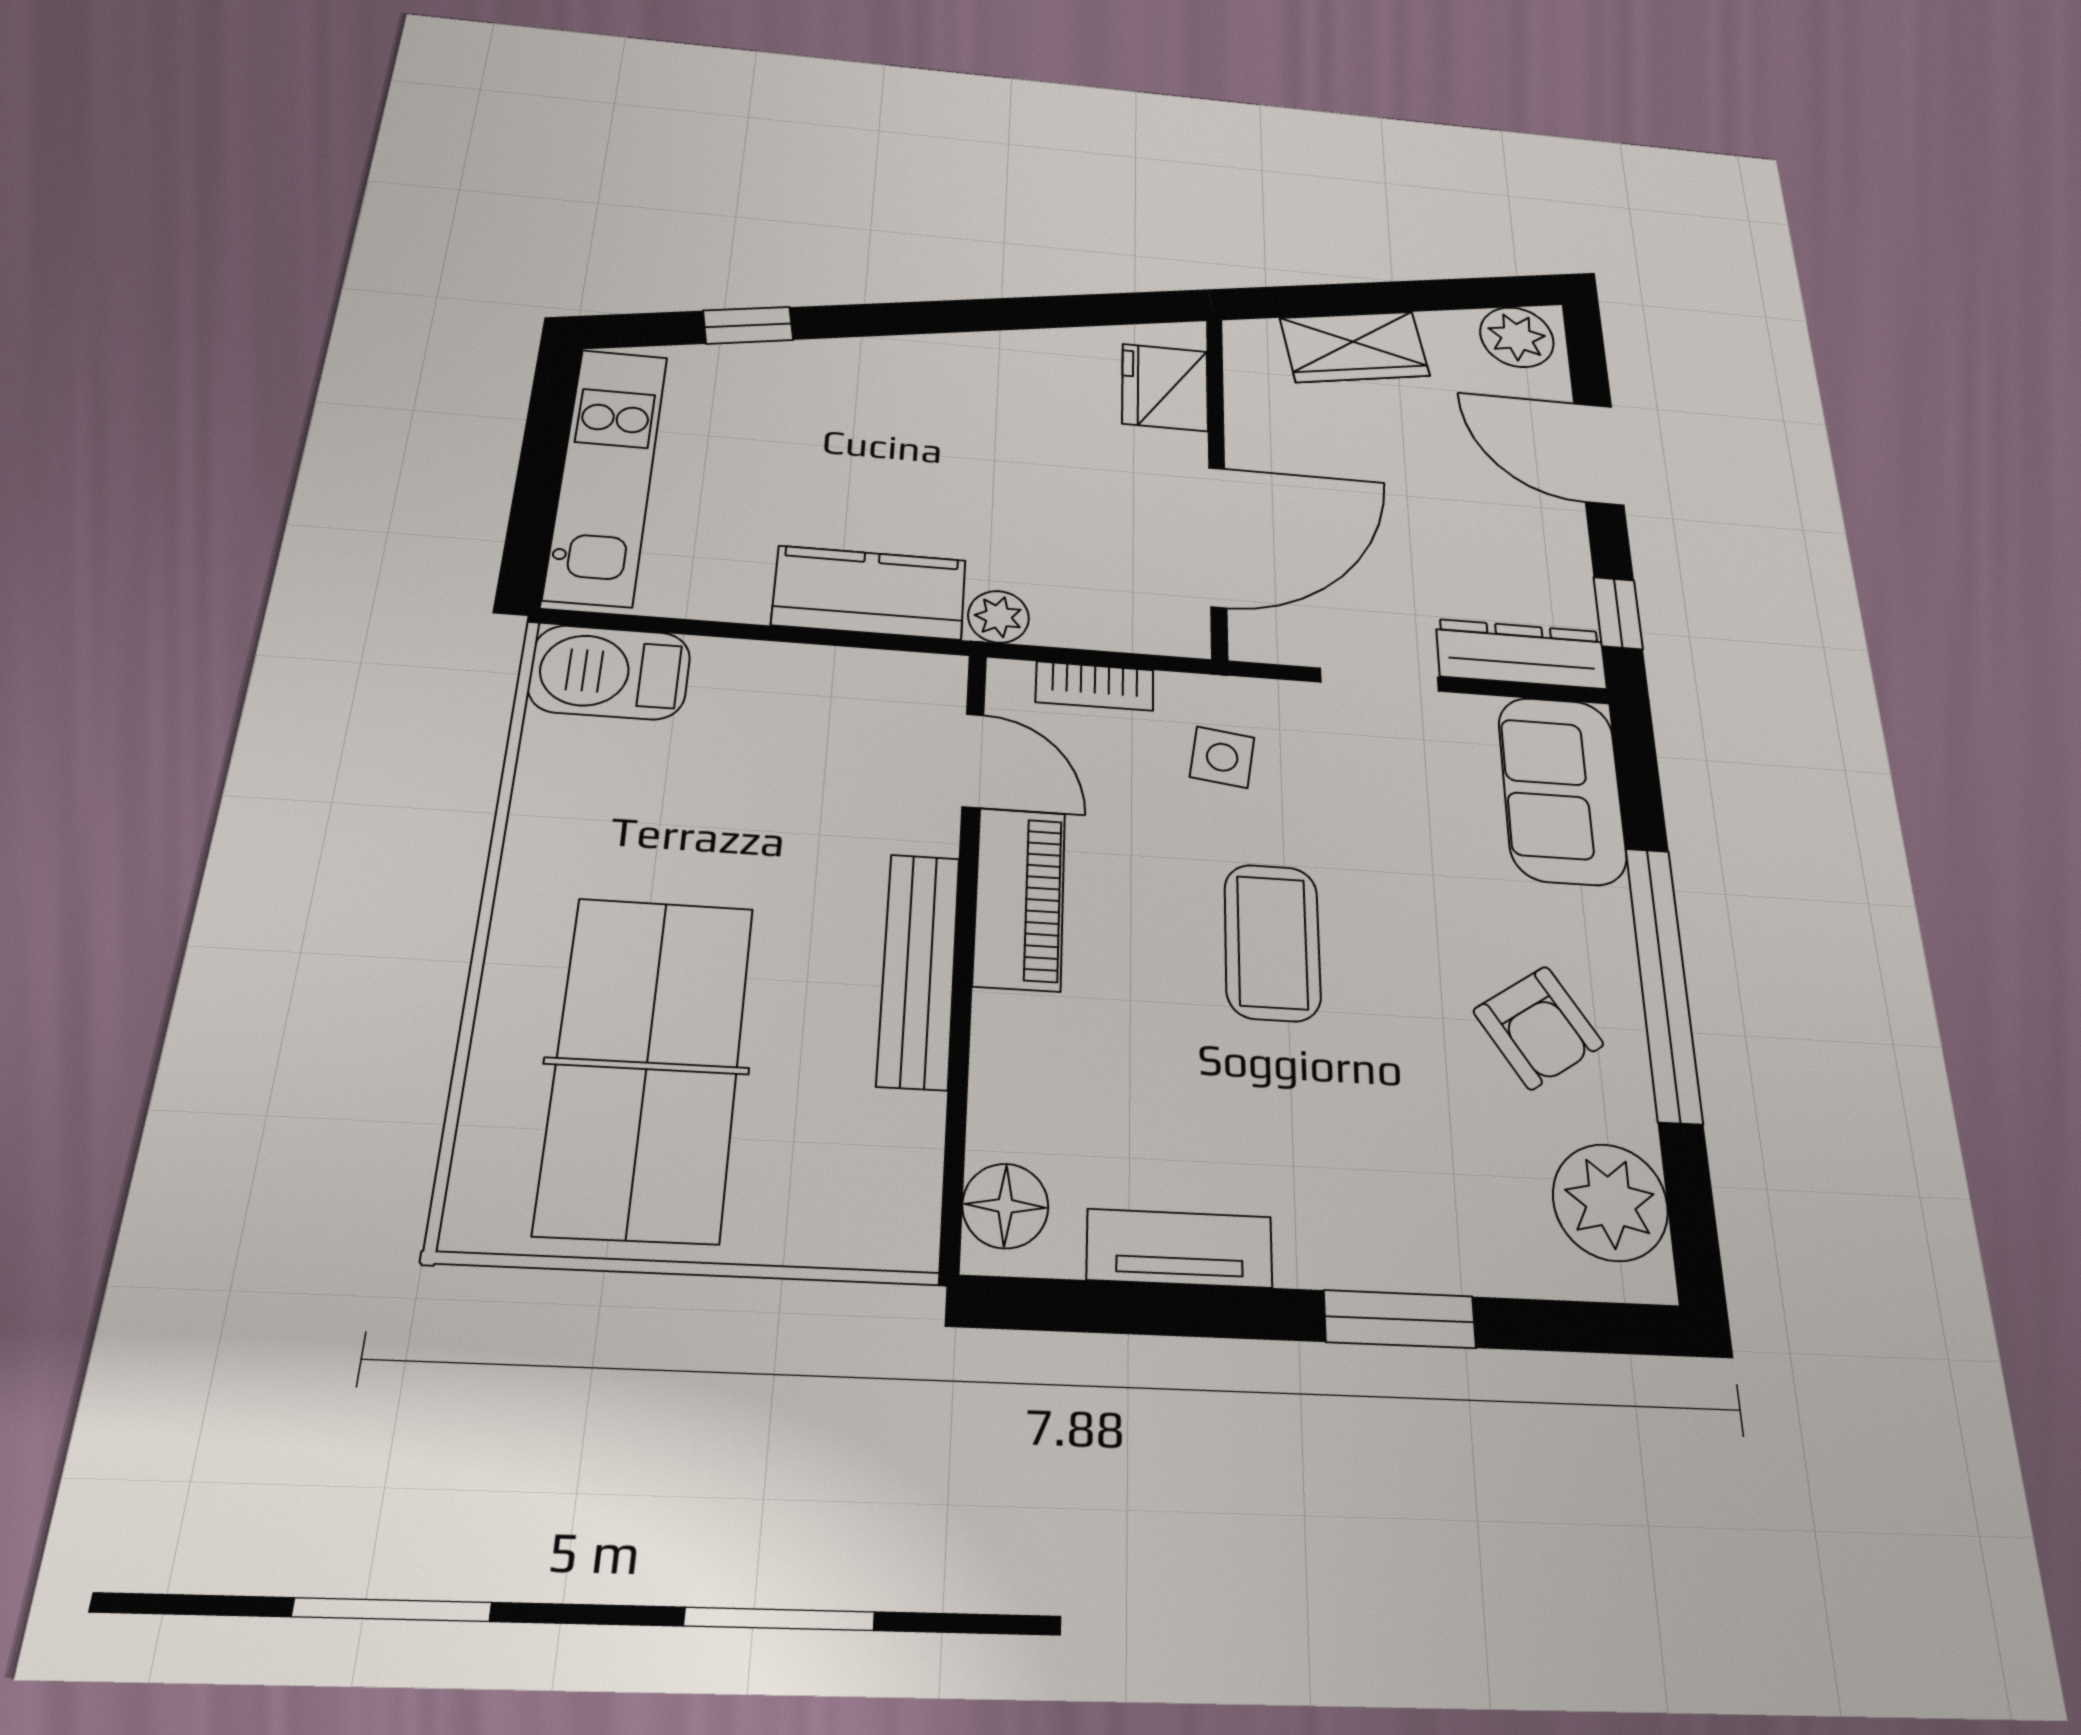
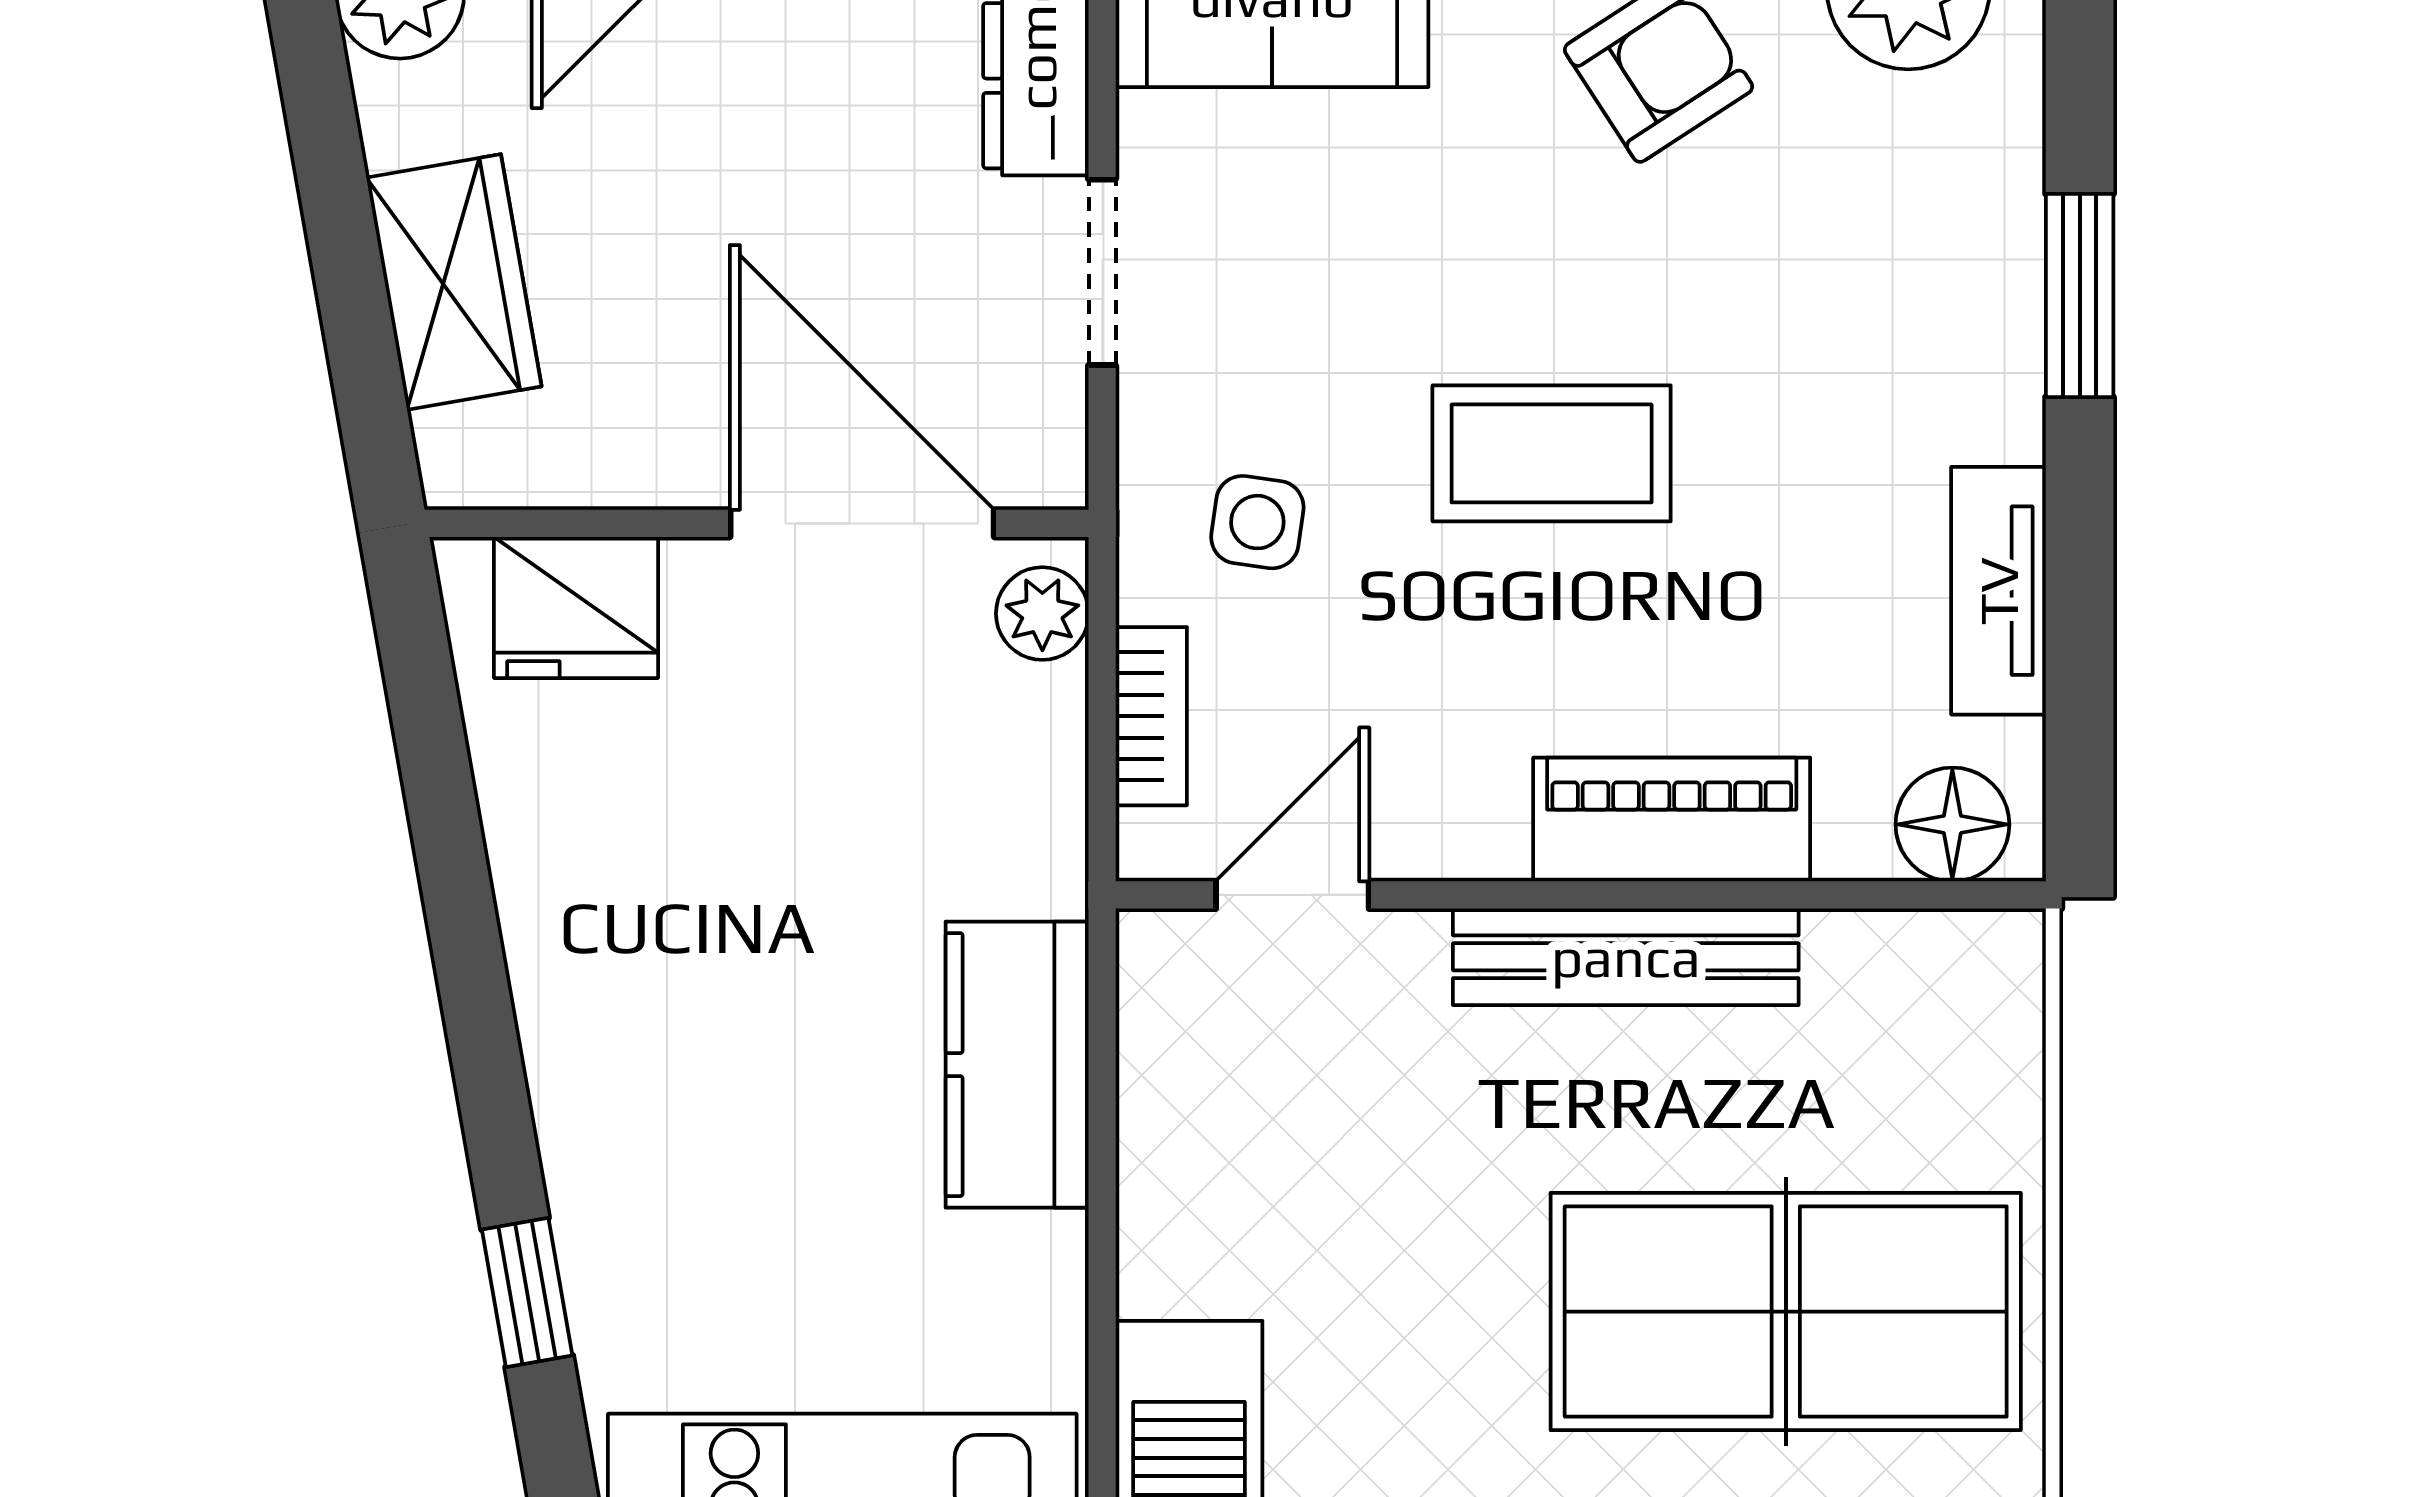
plant: (998, 617) -> (1042, 614), moved
piano: (1019, 898) -> (1672, 819), moved

